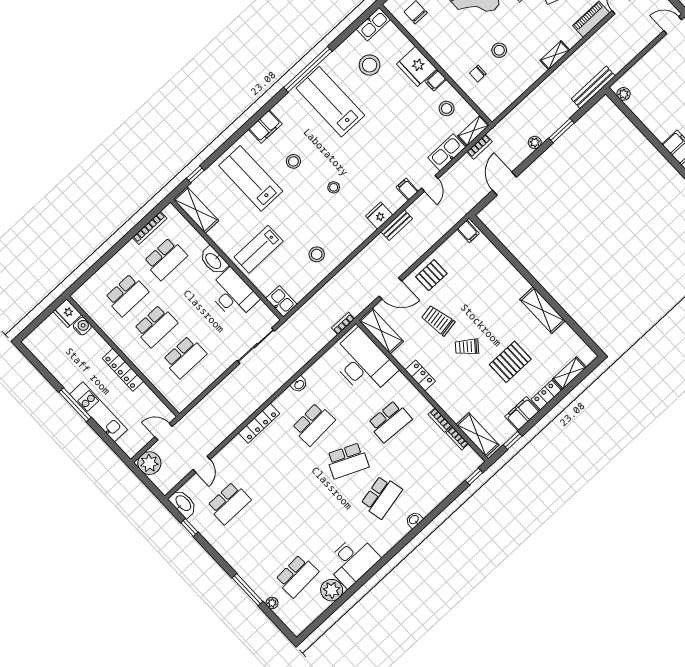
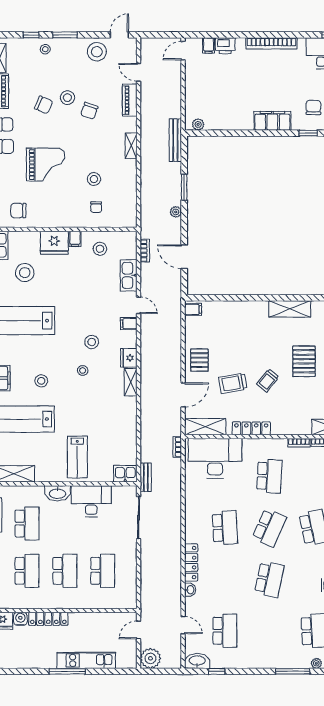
shelving: (473, 131) -> (131, 382), moved
bench: (397, 225) -> (146, 477), moved
stool: (317, 254) -> (92, 342), moved
locker: (123, 370) -> (48, 619), moved
locker: (420, 376) -> (251, 428), width x1.53
washbasin: (299, 384) -> (190, 590), moved
school desk: (305, 500) -> (269, 579), added

